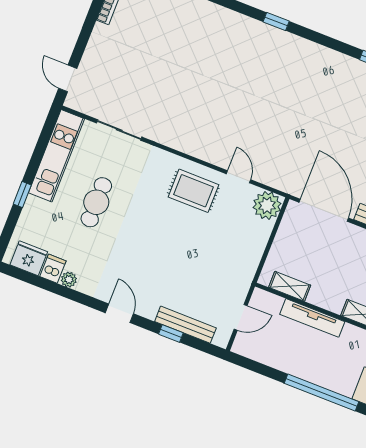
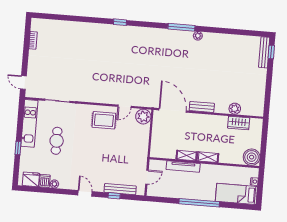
door: (239, 177) -> (125, 106), swing flipped
shelving: (290, 286) -> (187, 156), moved

